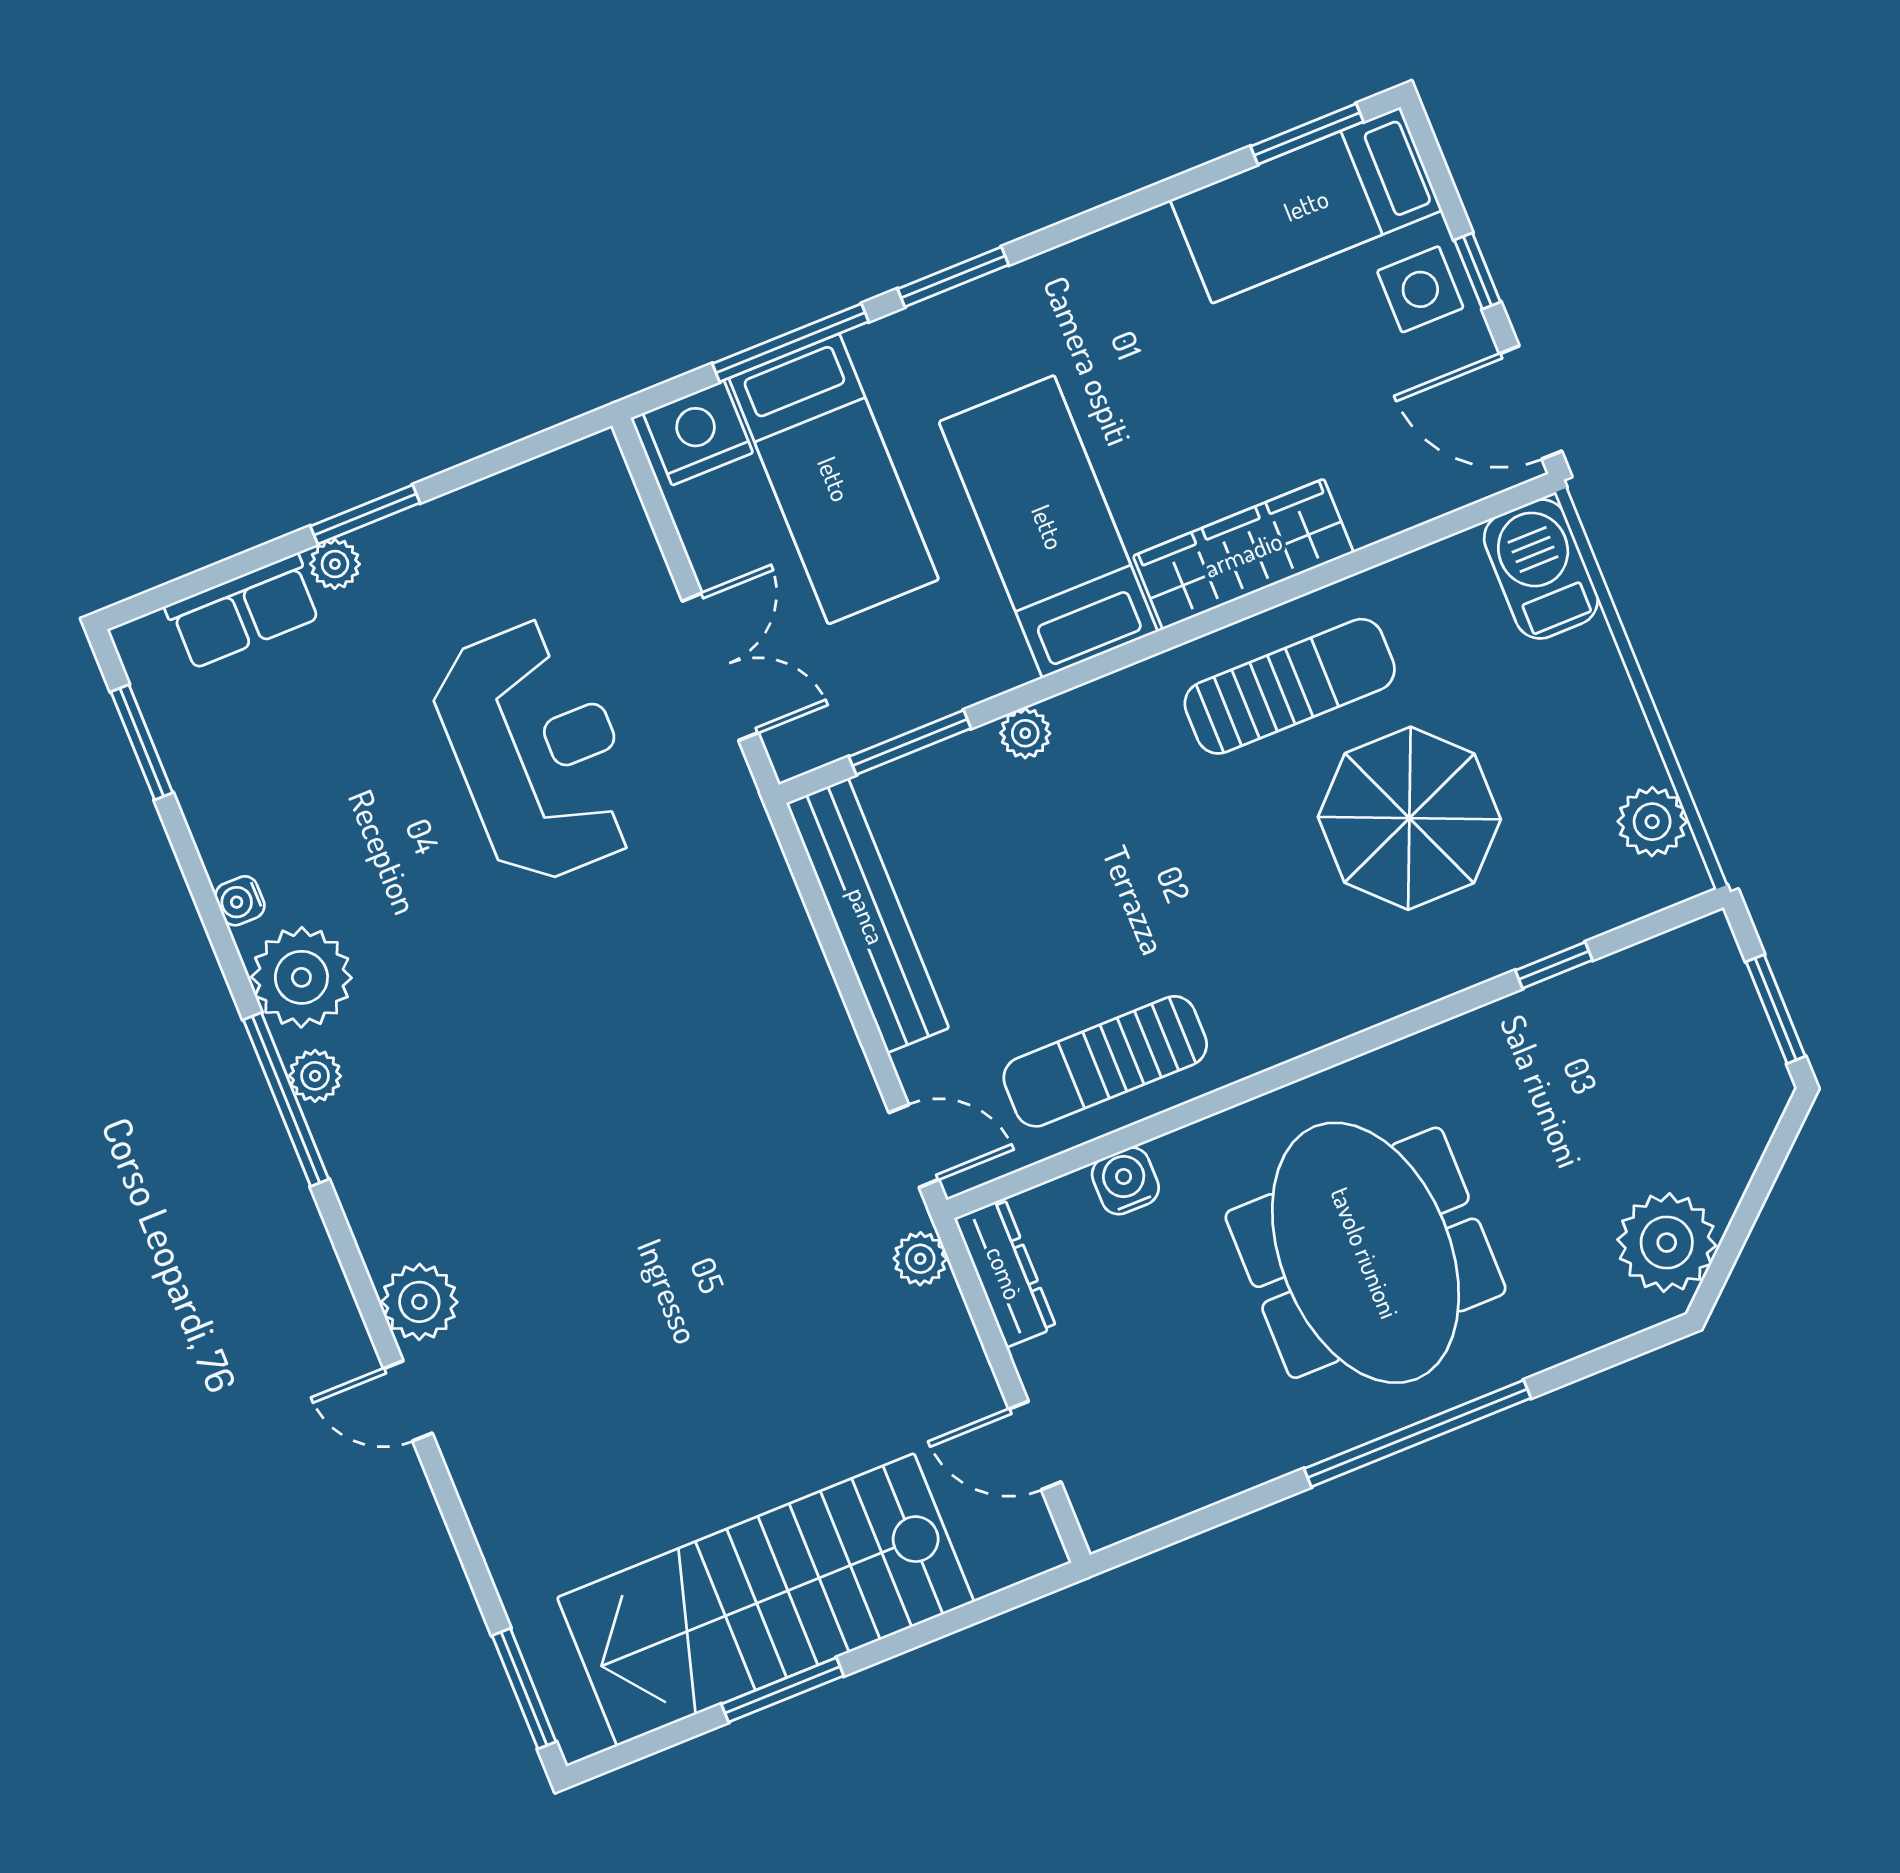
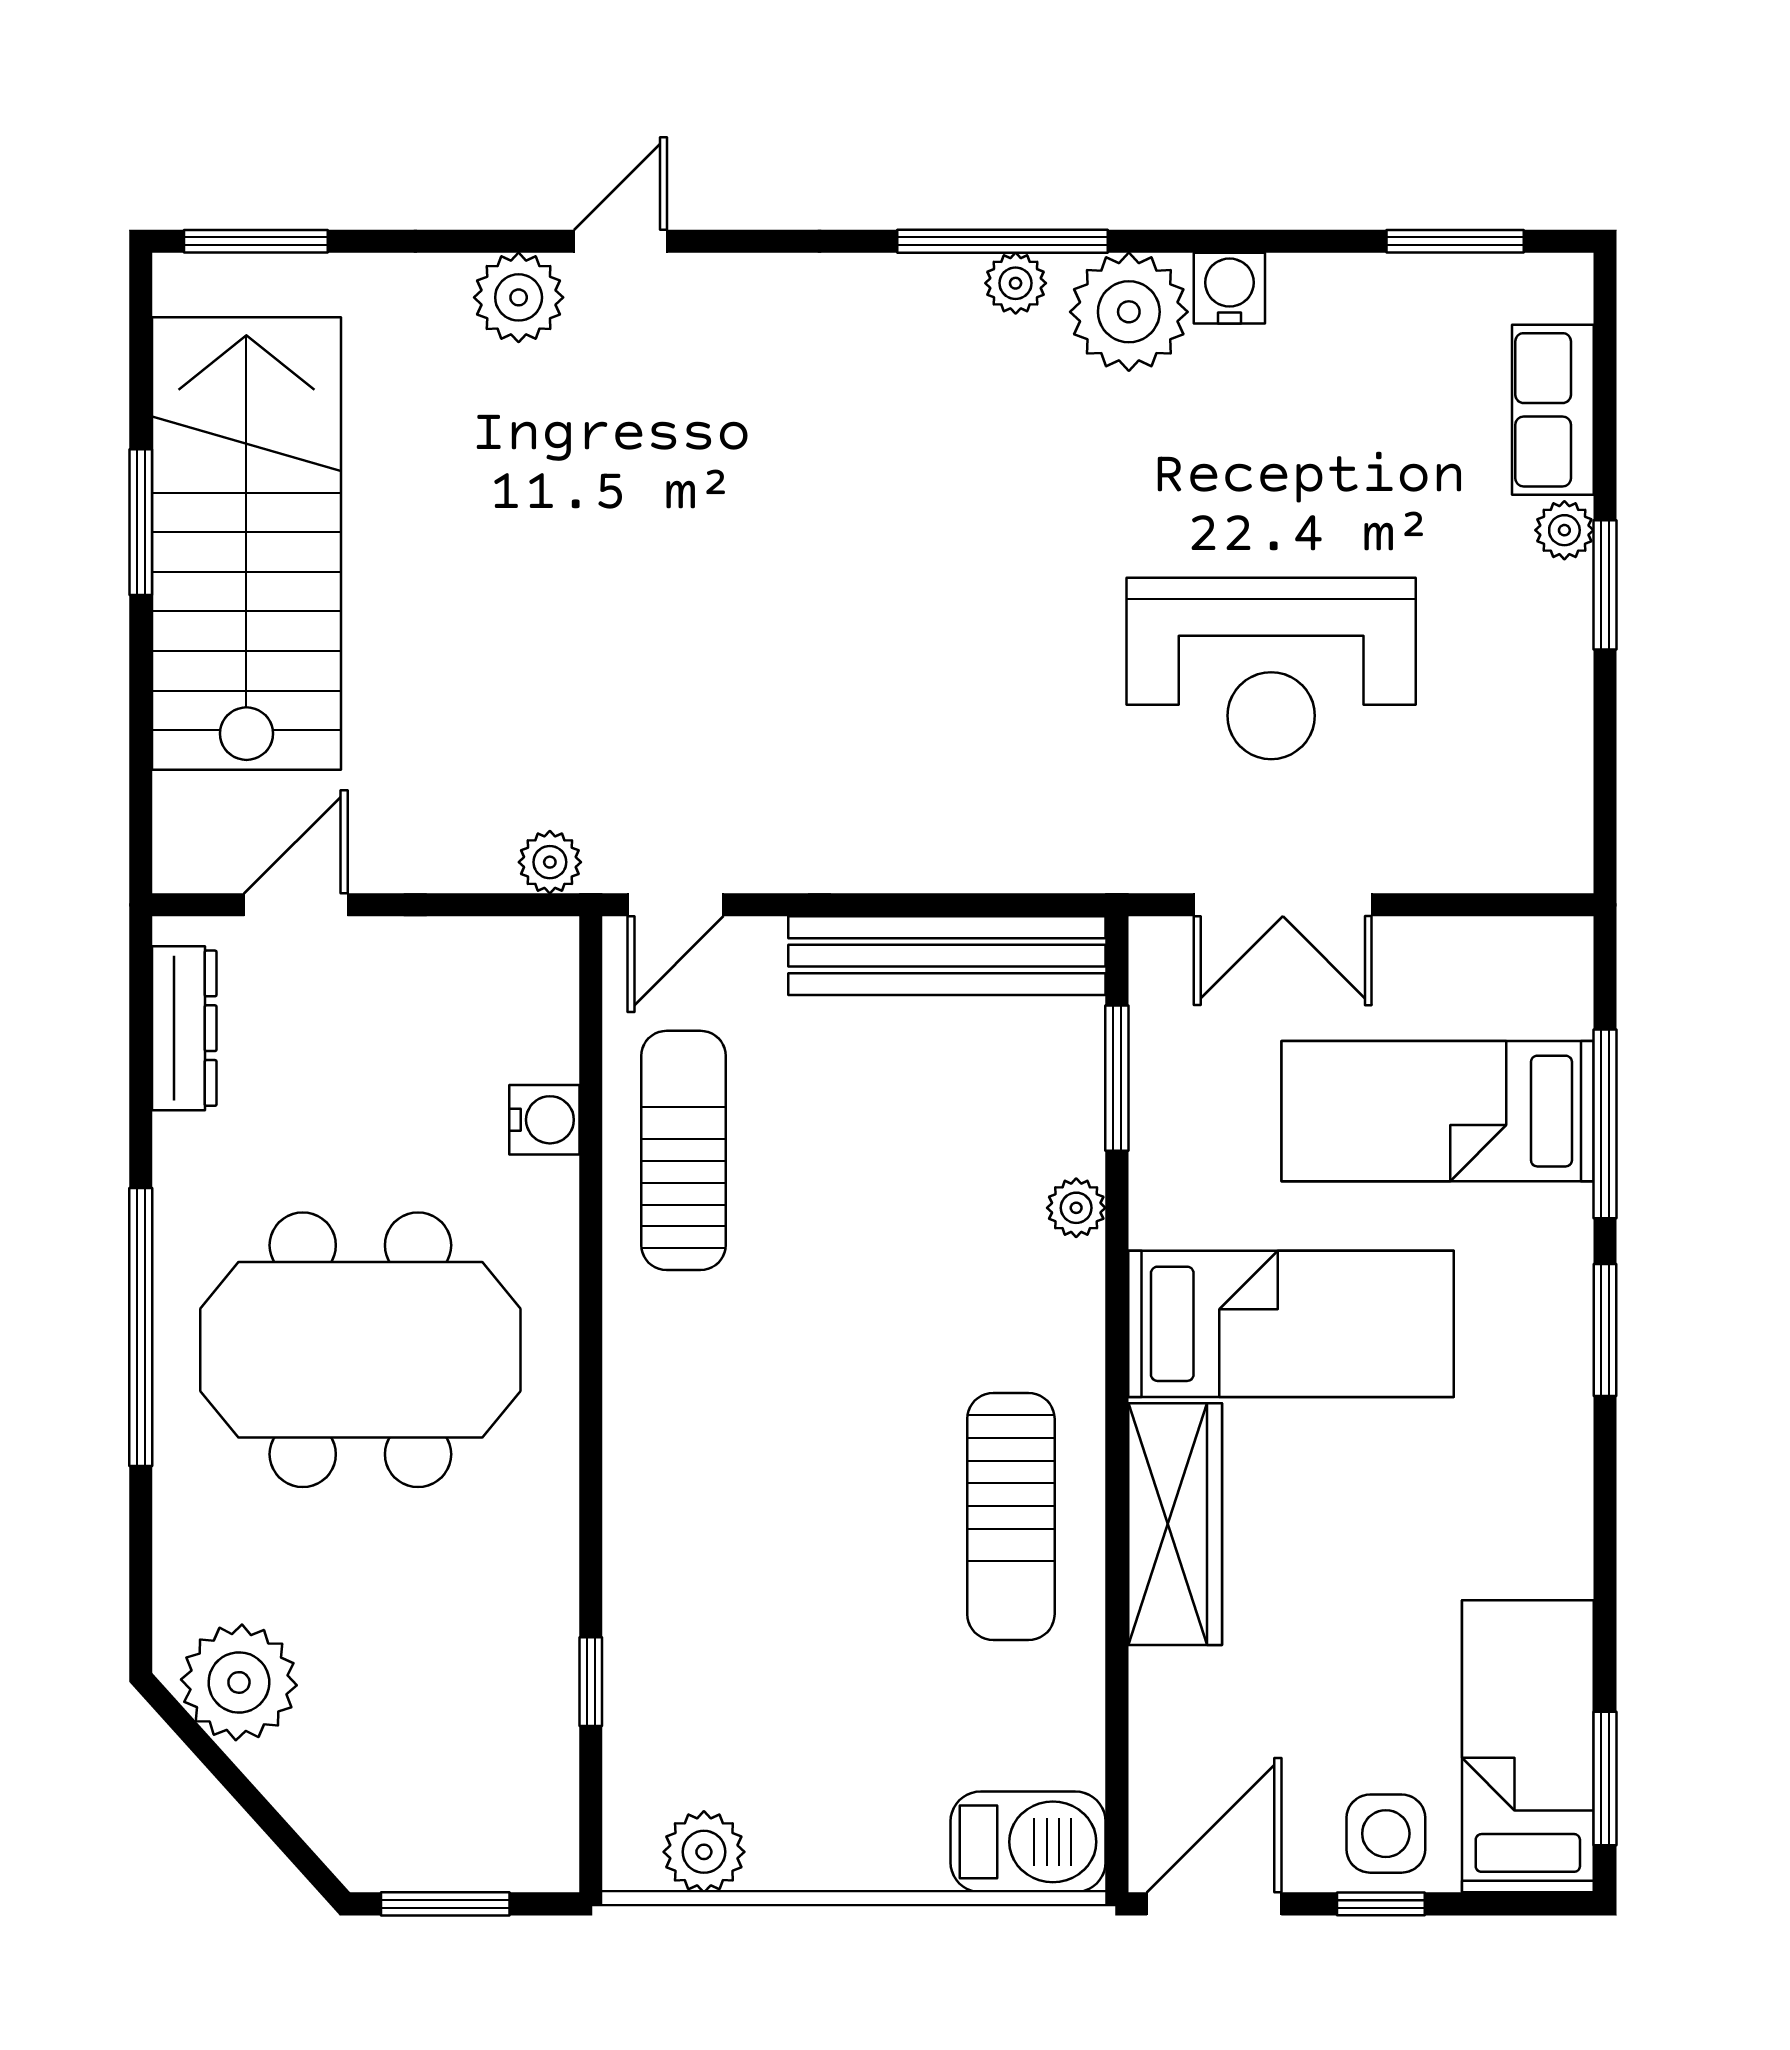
nightstand: (698, 433) -> (1547, 983), removed
parasol: (1409, 818) -> (814, 1589), removed
water cooler: (240, 901) -> (1229, 288), width x1.38, depth x1.38
dresser: (1005, 1273) -> (184, 1028), moved, turned -90
plant: (419, 1302) -> (519, 297), moved

